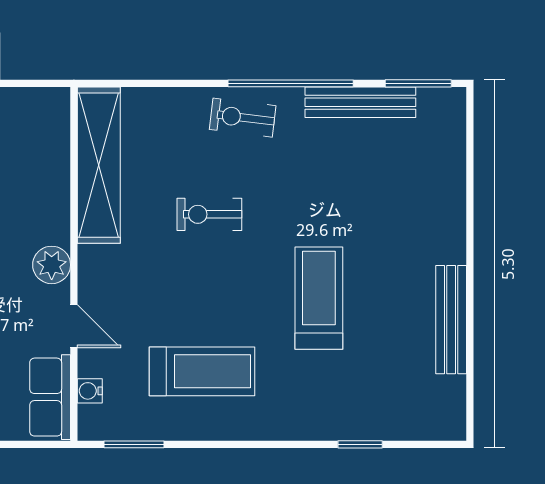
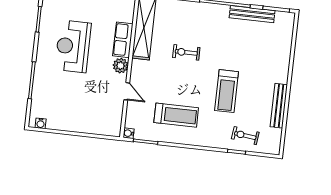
exercise bike: (243, 118) -> (245, 136), moved
treadmill: (319, 298) -> (227, 91), turned 180
water cooler: (90, 391) -> (128, 133), moved
row of seats: (50, 397) -> (123, 40), moved

